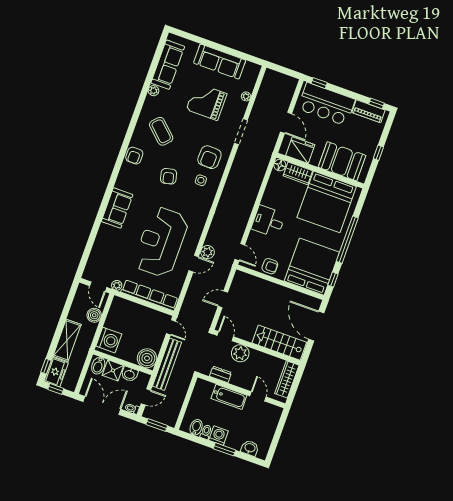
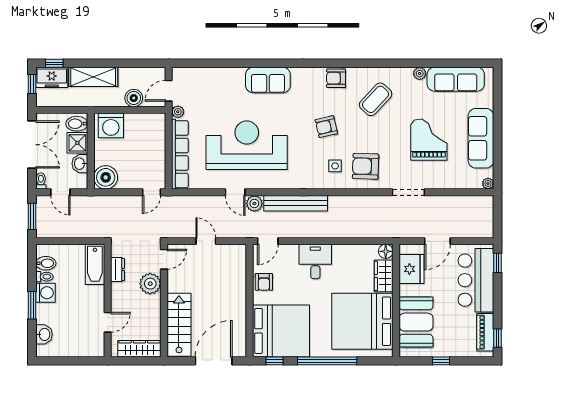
plant: (246, 96) -> (488, 184), moved
bench: (167, 364) -> (296, 203), moved
bathtub: (229, 397) -> (95, 264), moved

